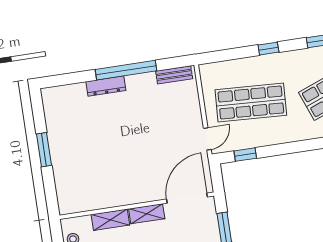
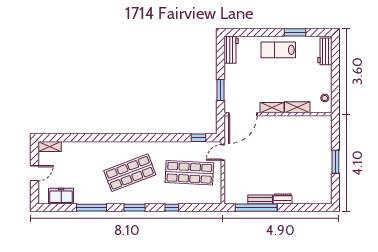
window: (126, 70) -> (256, 208), moved
bench: (174, 75) -> (260, 199), moved
dresser: (106, 86) -> (283, 199), width x0.70

